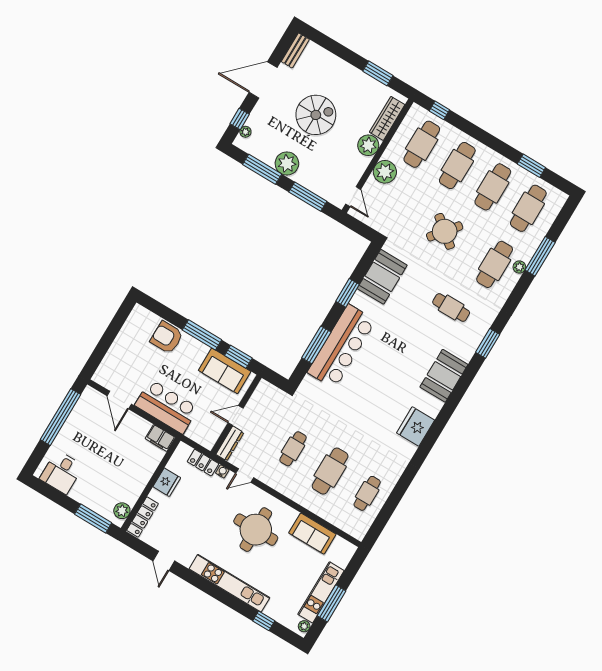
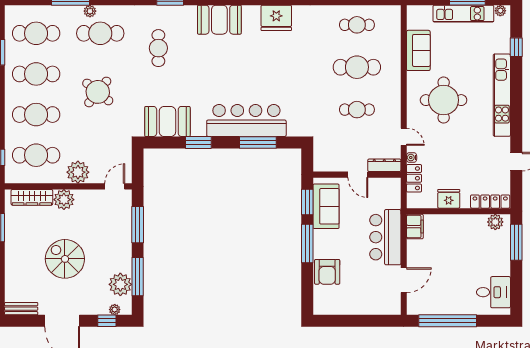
plant: (287, 163) -> (120, 284), moved

